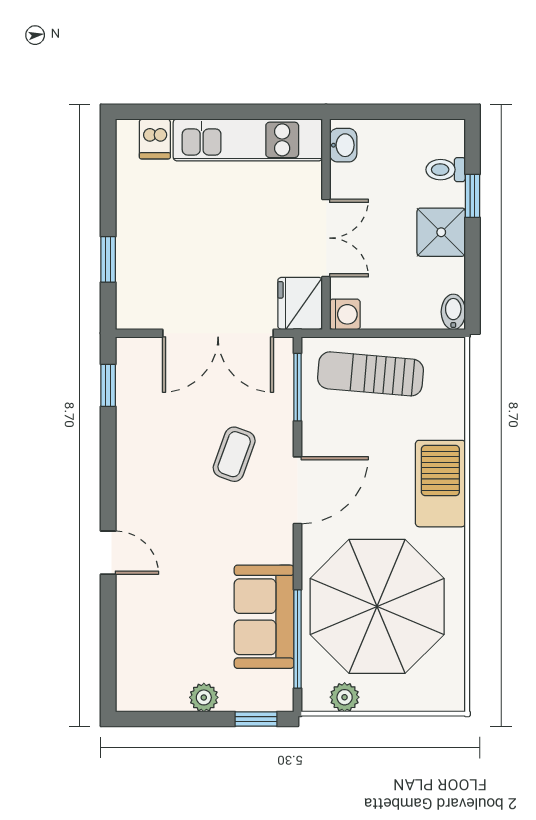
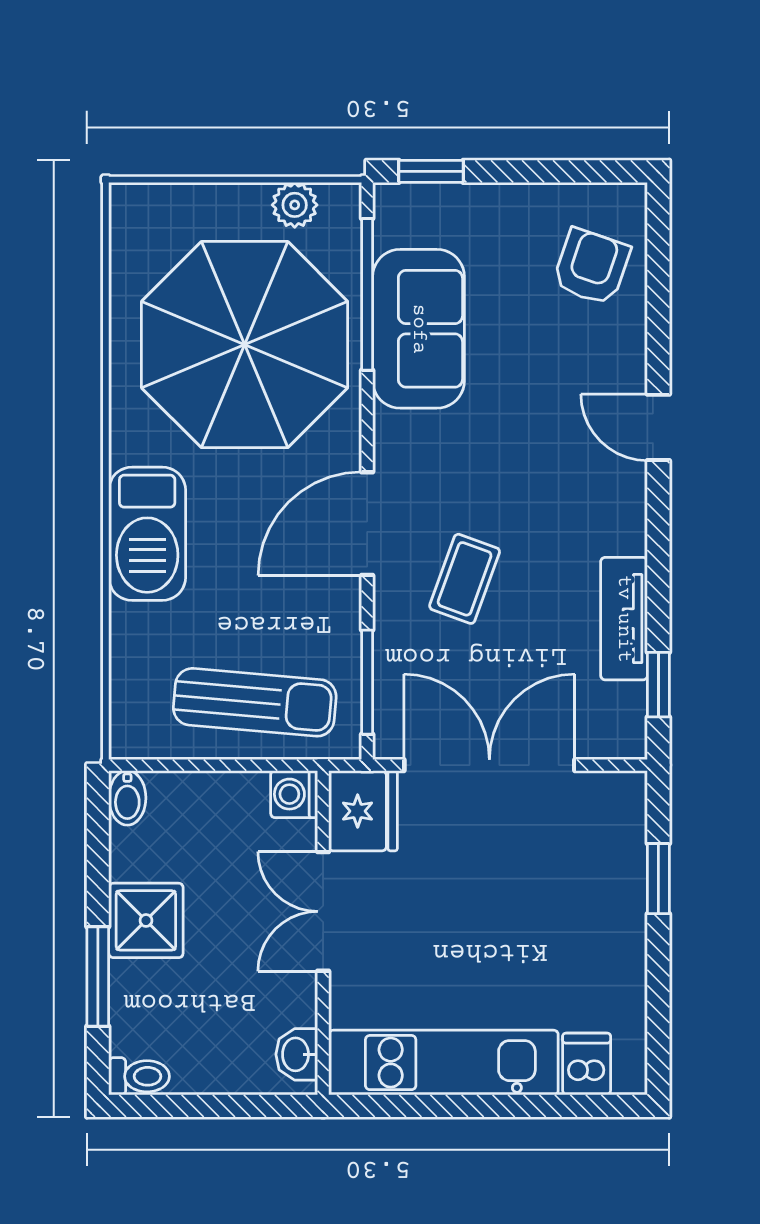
toilet: (446, 170) -> (139, 1076), moved
window: (473, 196) -> (98, 977), width x1.50
tv unit: (130, 428) -> (624, 619), added
armchair: (152, 657) -> (591, 267), added
plant: (204, 697) -> (511, 205), removed

